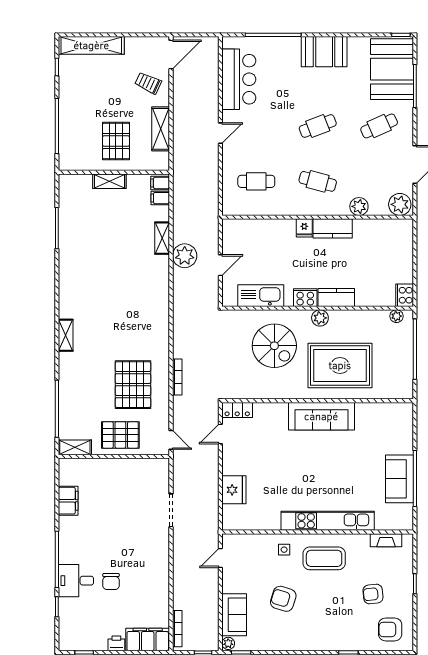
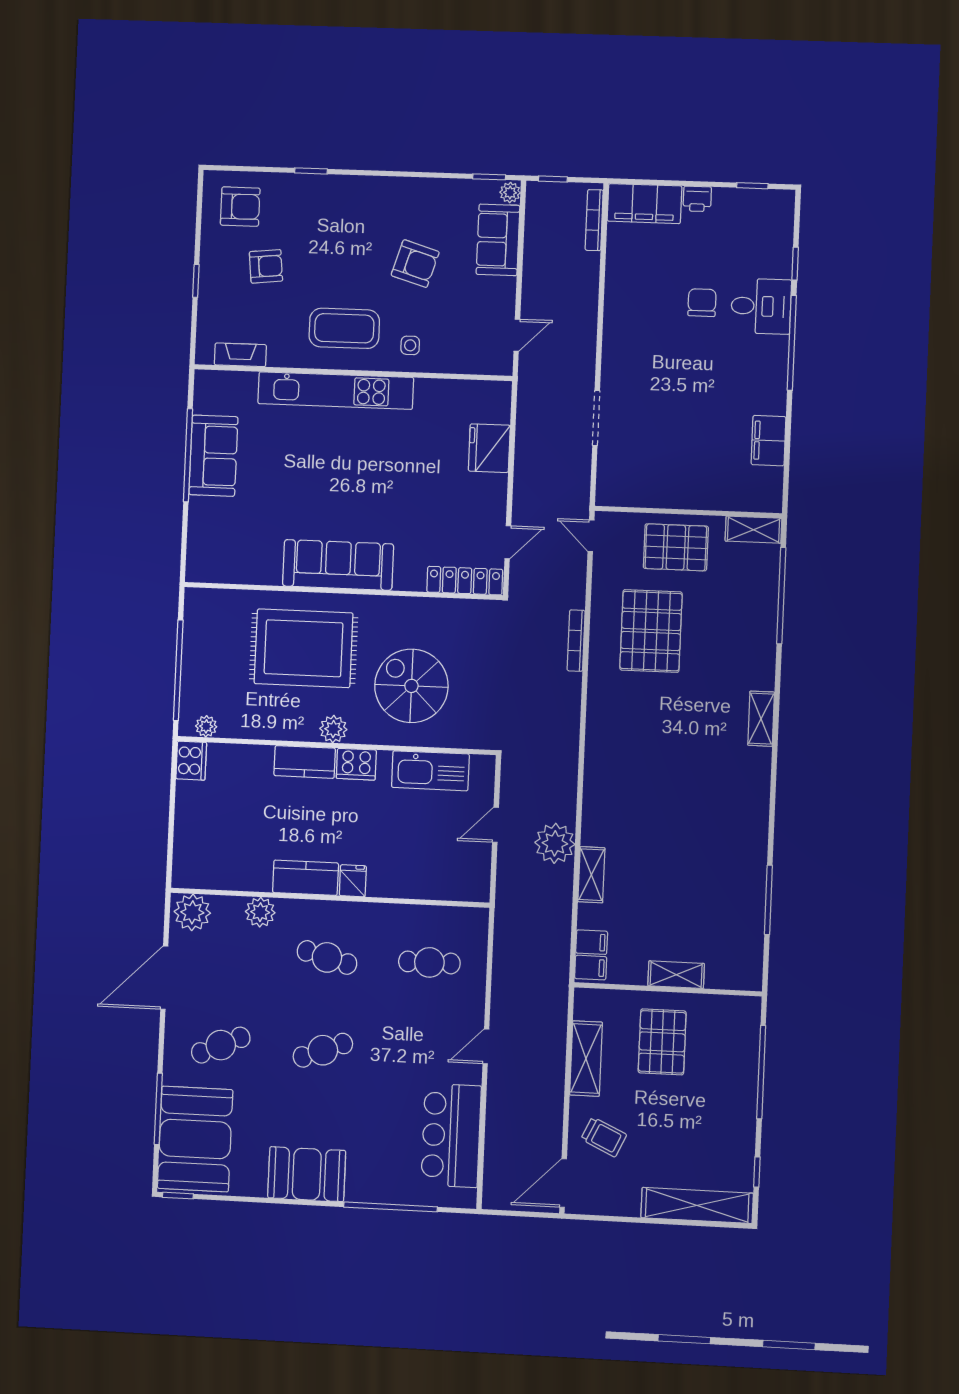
locker: (237, 410) -> (465, 581), width x1.53

